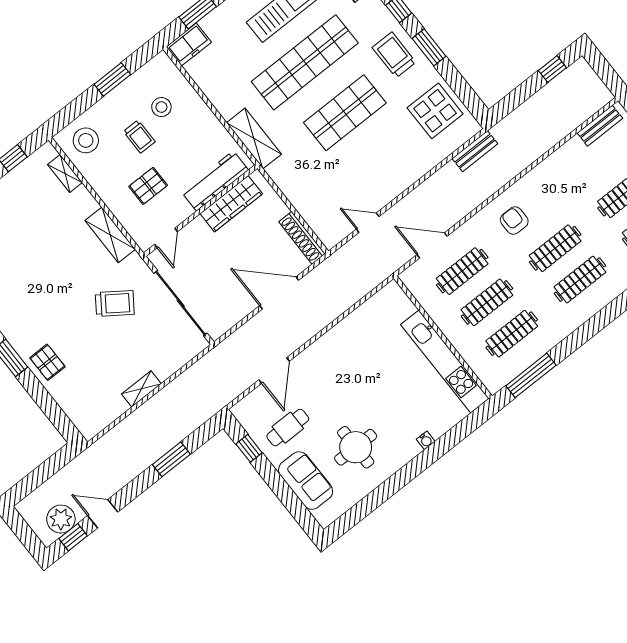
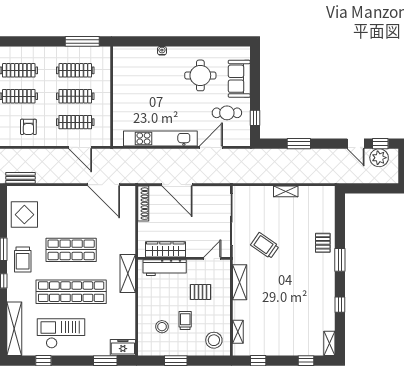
door: (368, 223) -> (104, 185), width x1.87
kitchen unit: (445, 362) -> (160, 138), moved, turned -90

